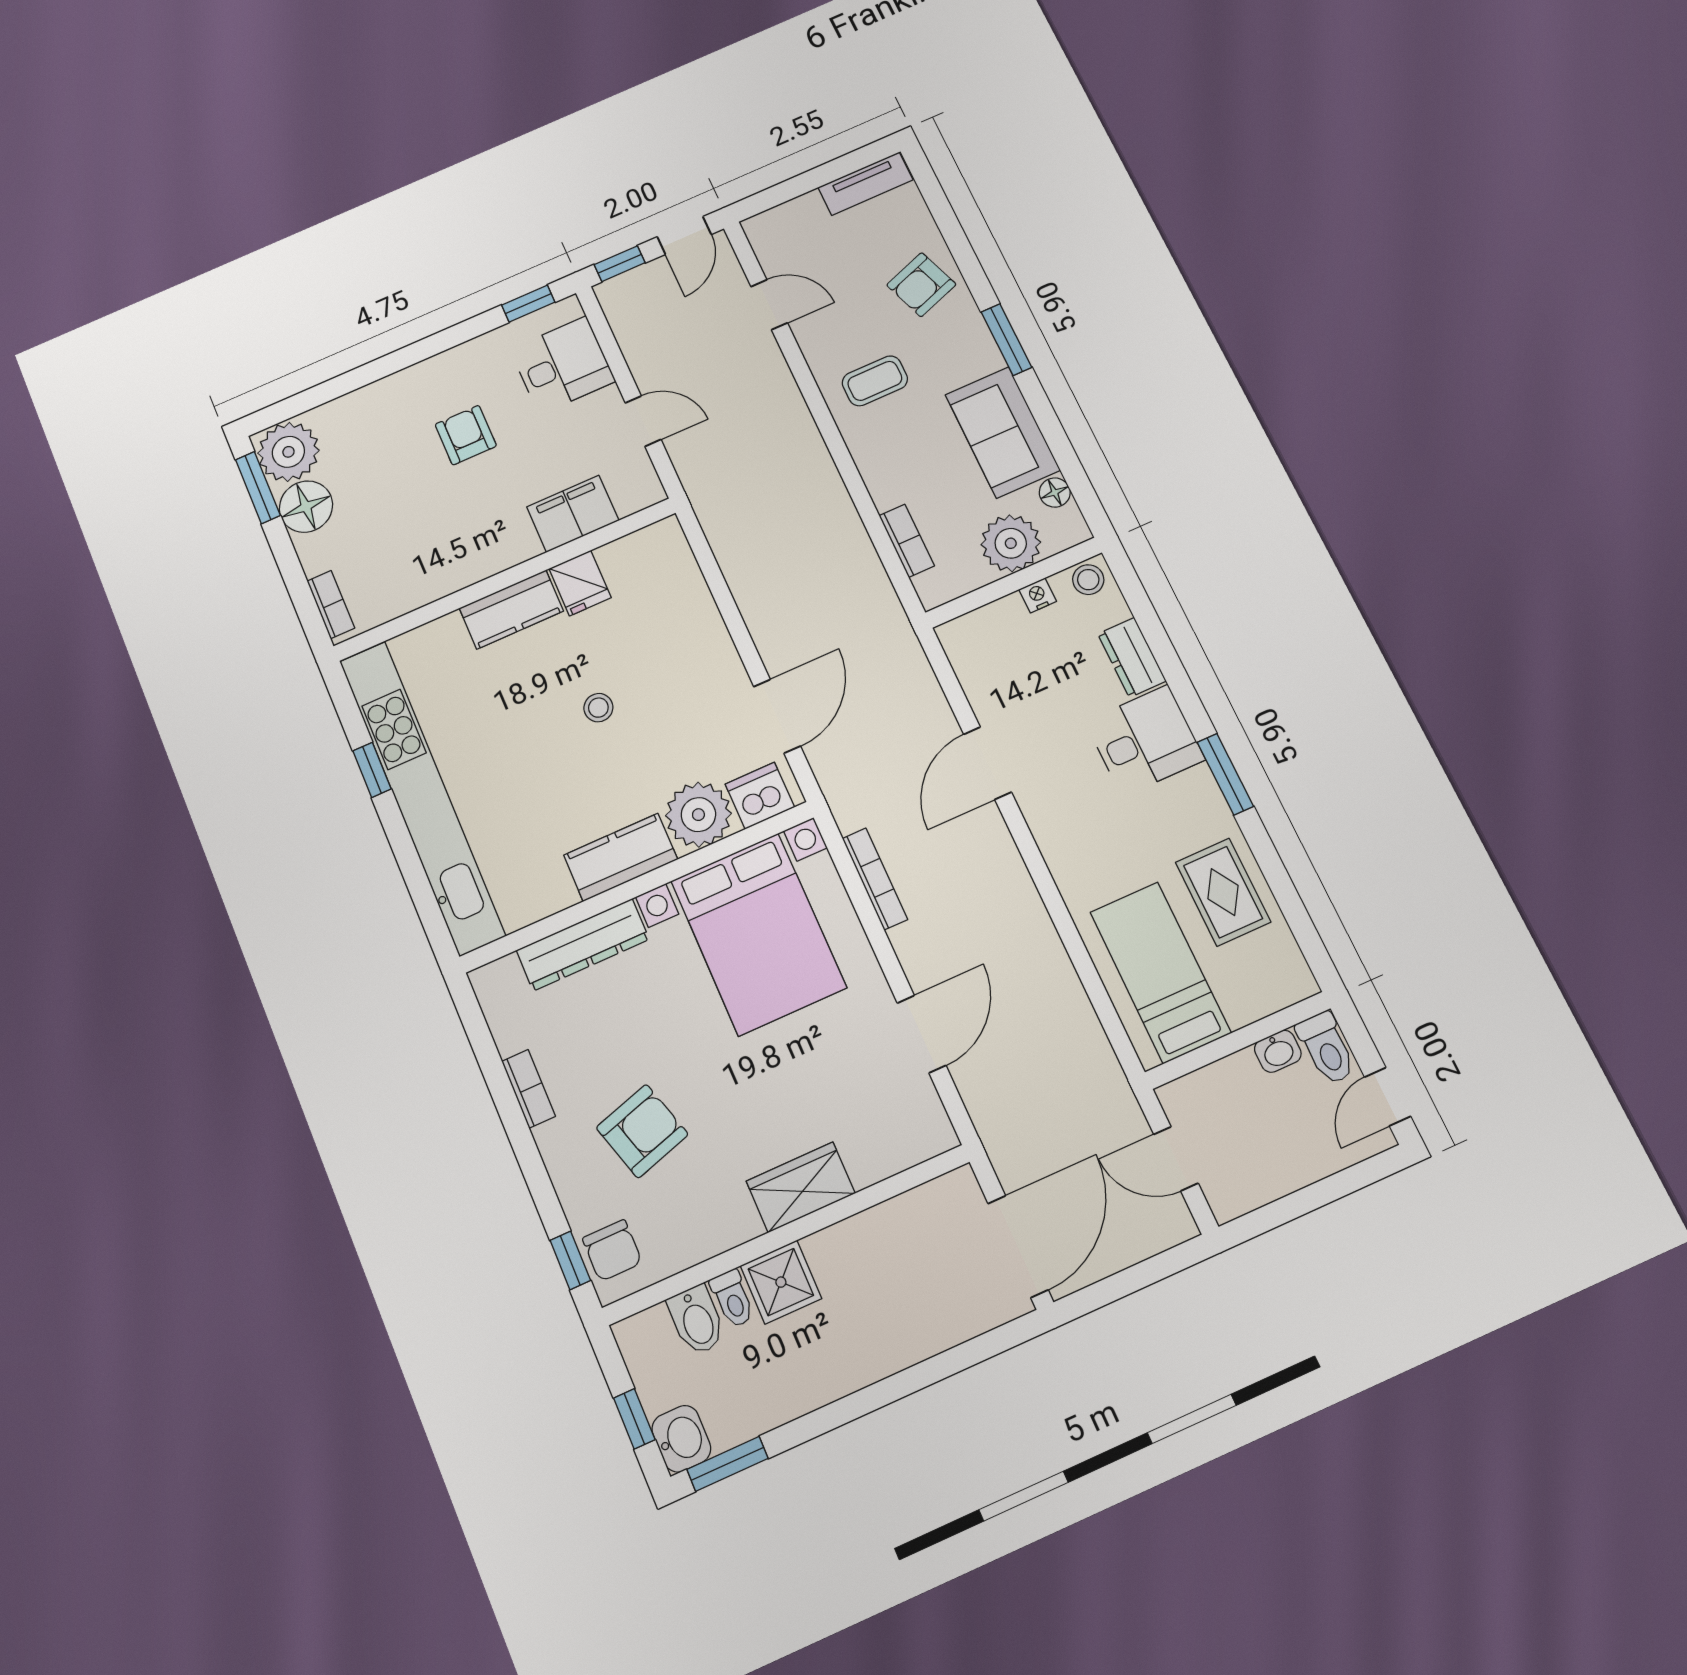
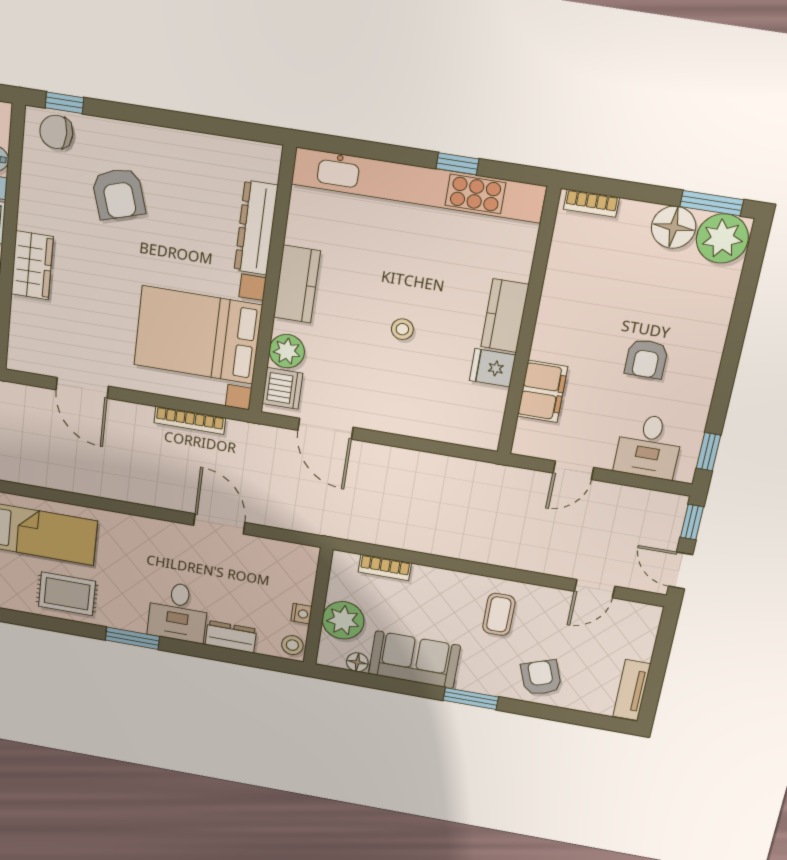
armchair: (466, 435) -> (646, 359), turned 90
plant: (698, 815) -> (287, 351), width x0.73, depth x0.73
bookcase: (528, 1089) -> (185, 140), removed

